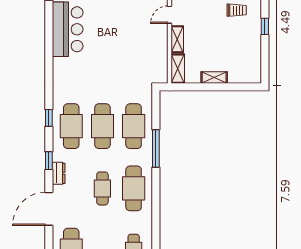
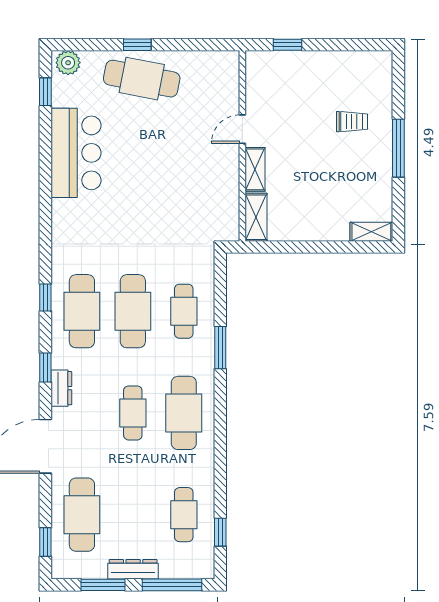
window: (265, 26) -> (398, 148), width x2.17
shelving: (214, 78) -> (371, 232), moved
cafe table: (134, 126) -> (184, 311), width x0.73, depth x0.74
window: (156, 148) -> (220, 348), width x0.69

